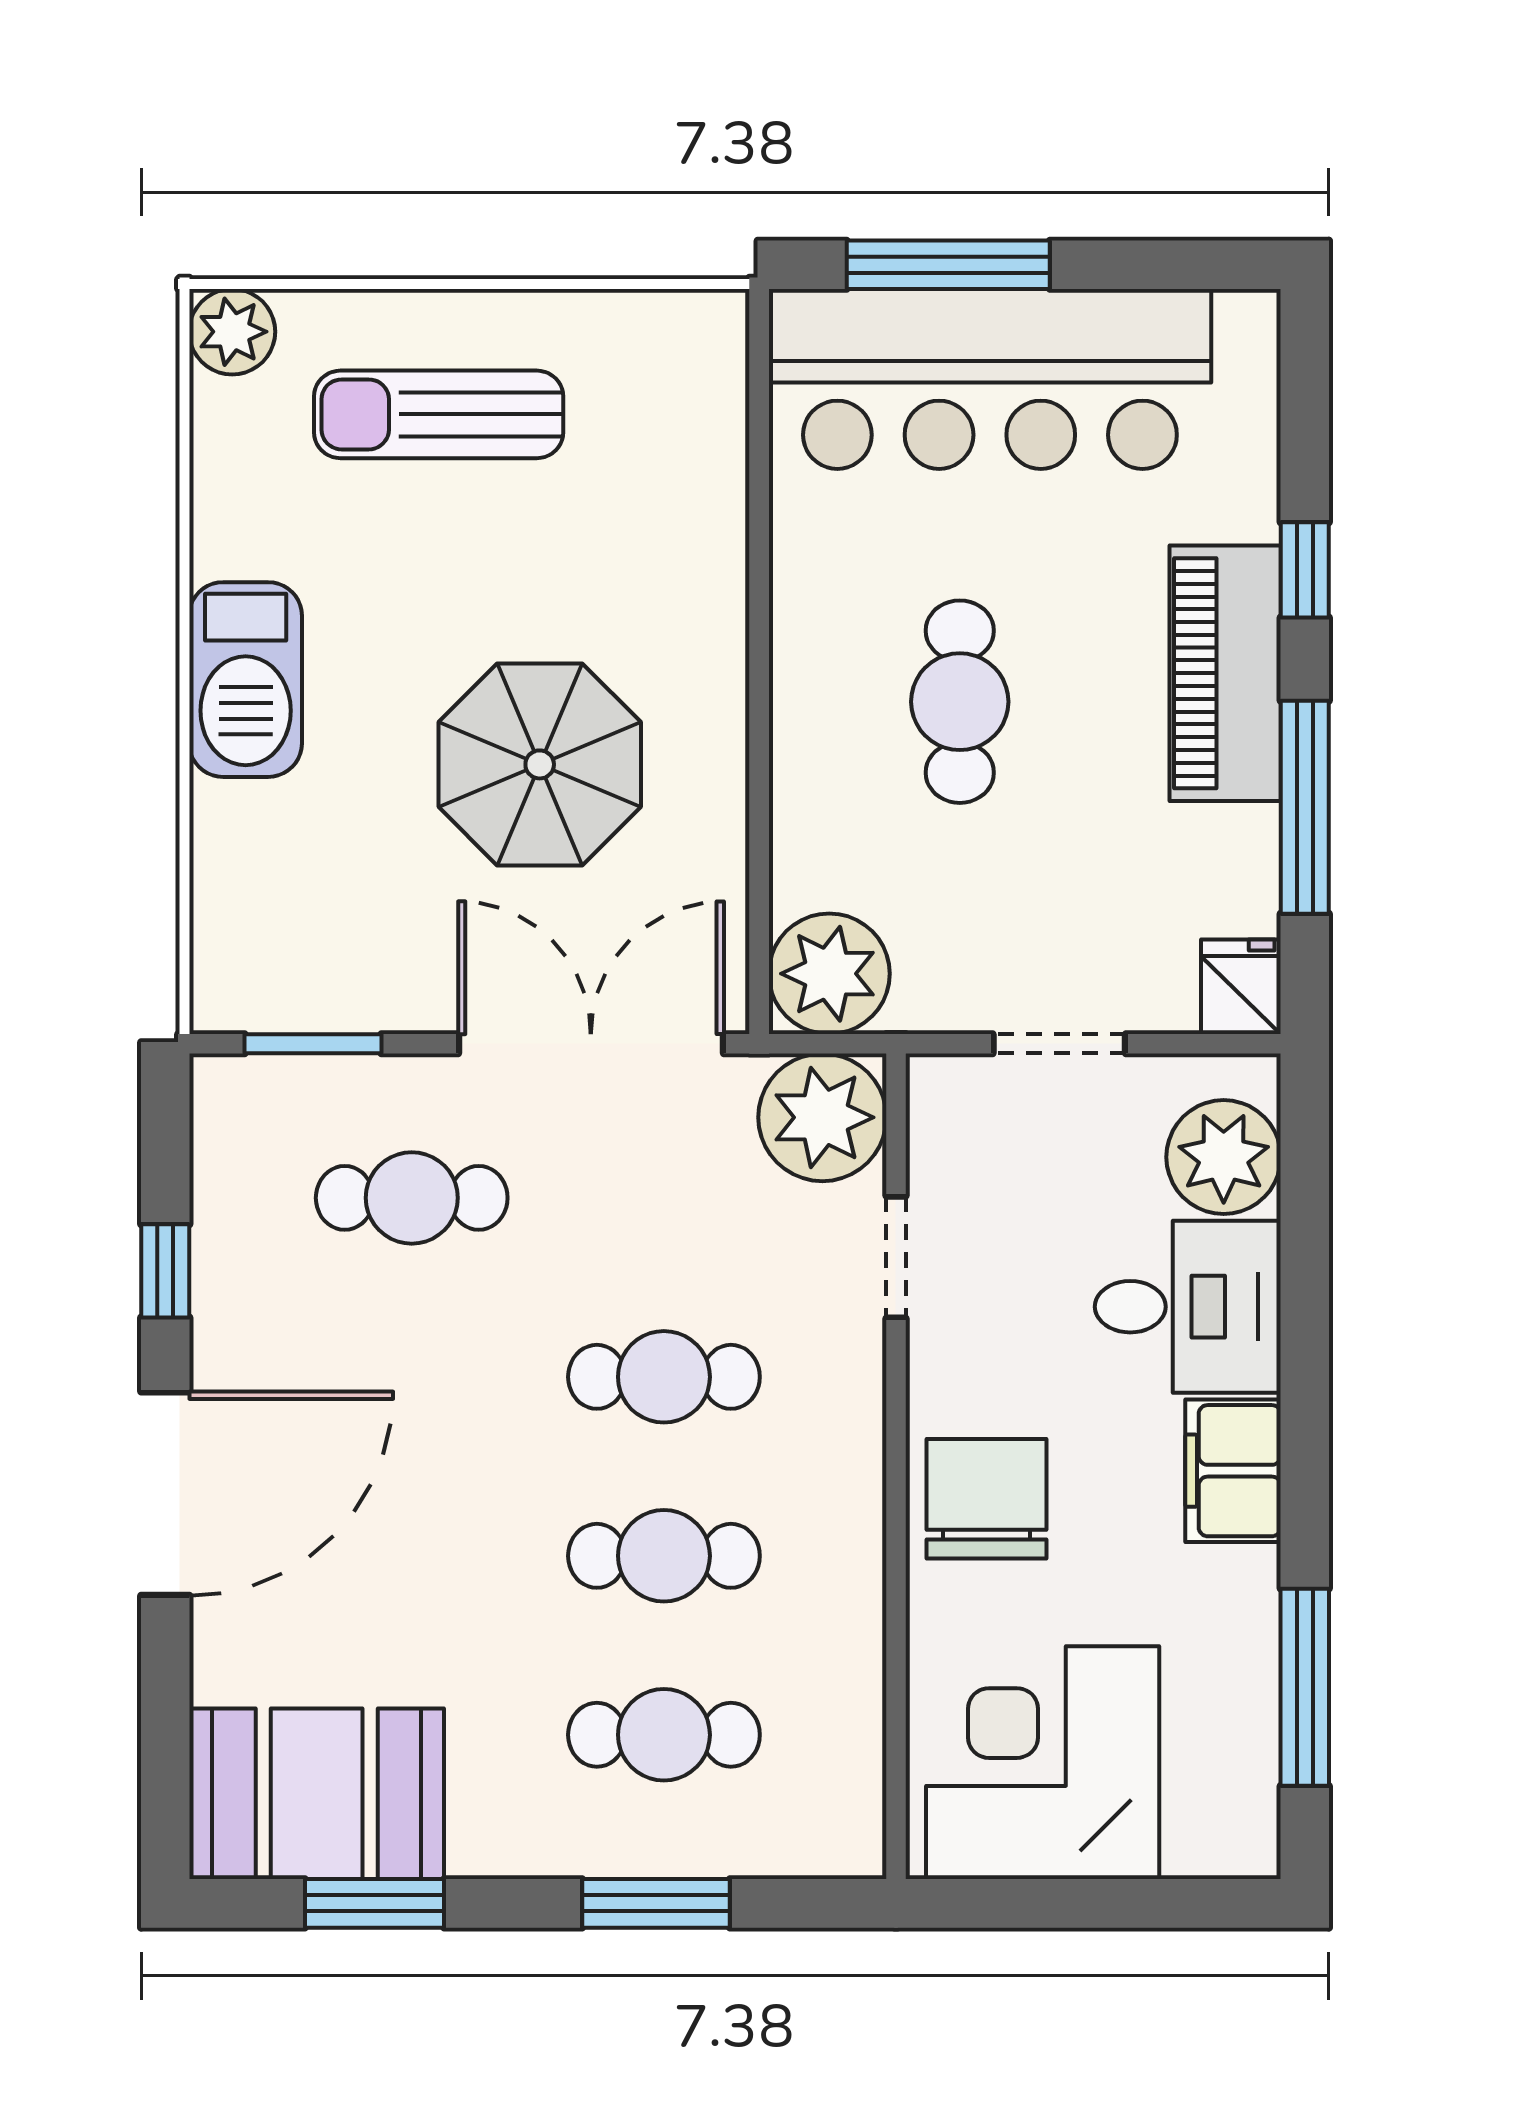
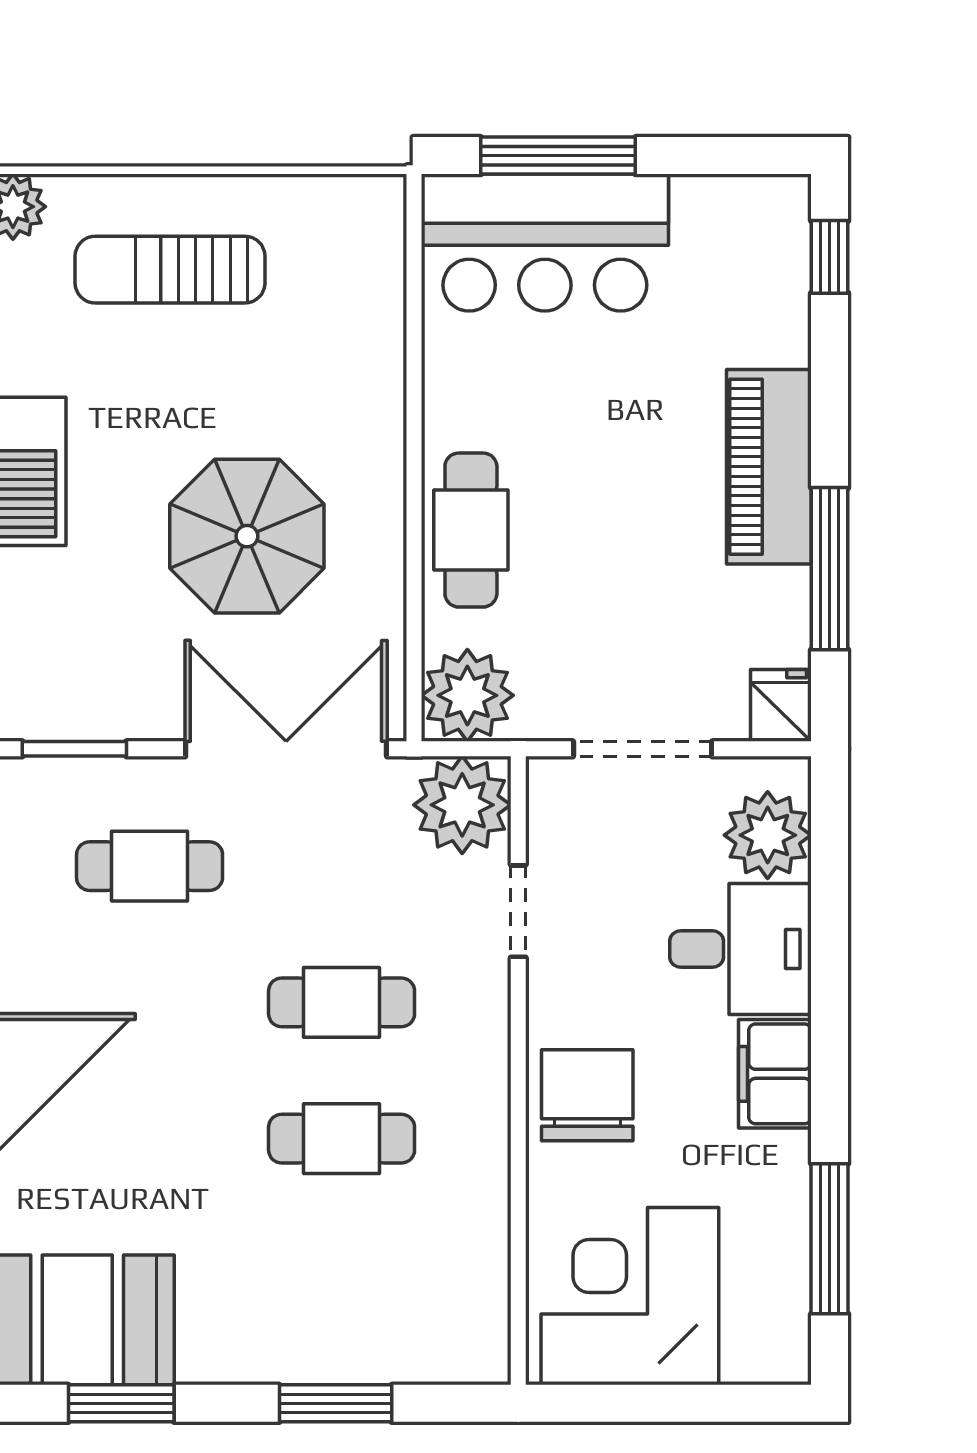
bar counter: (990, 379) -> (545, 243), width x0.73
window: (1305, 570) -> (830, 257), moved
cafe table: (960, 702) -> (471, 530), moved
doorway: (1059, 1044) -> (643, 749), width x1.38
cafe table: (664, 1735) -> (342, 1275), removed

